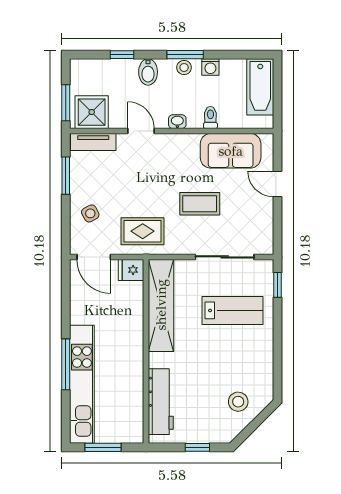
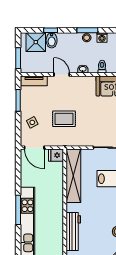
bidet: (148, 72) -> (52, 40), moved
shower: (92, 112) -> (36, 42), moved
coffee table: (200, 204) -> (96, 117), removed
rug: (143, 231) -> (64, 119), moved

